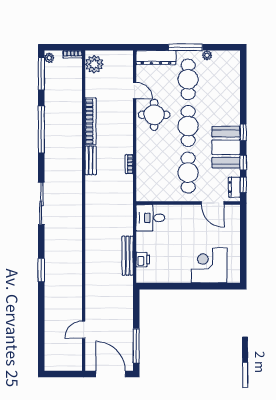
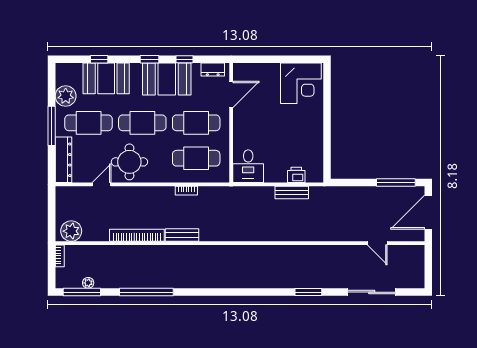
plant: (207, 55) -> (66, 96), width x1.87, depth x1.87
plant: (49, 58) -> (88, 283), moved
booth: (227, 95) -> (106, 78), added
cafe table: (157, 173) -> (196, 158), added
window: (243, 185) -> (99, 59), moved
sliding door: (41, 203) -> (372, 292), moved
bench: (128, 256) -> (292, 193), width x0.73
corner desk: (209, 265) -> (301, 83), moved, turned -90

